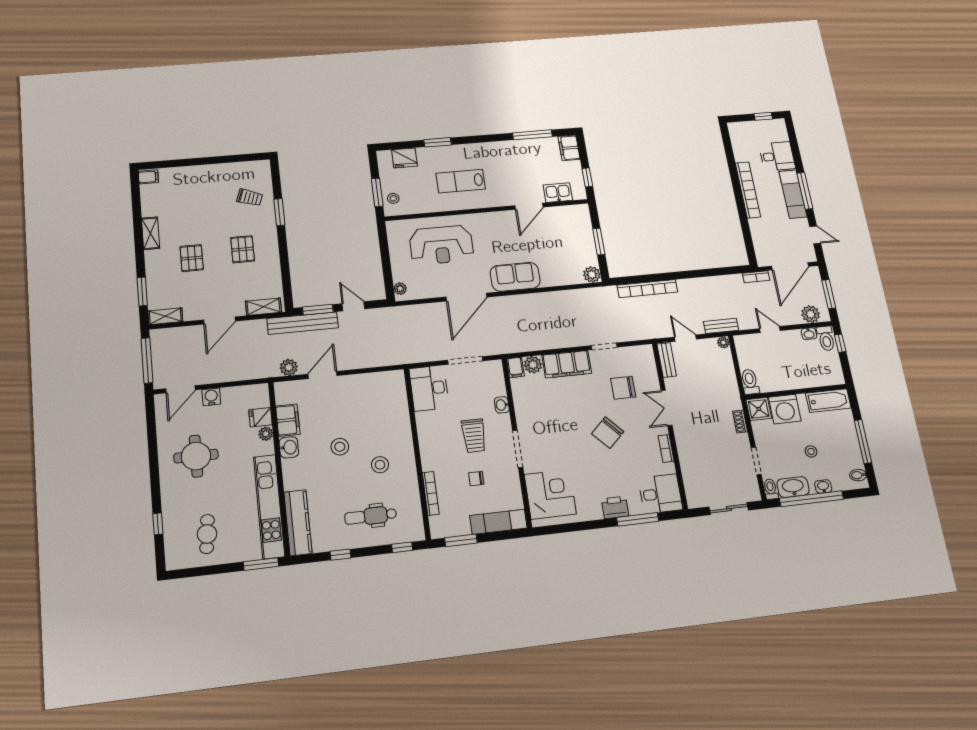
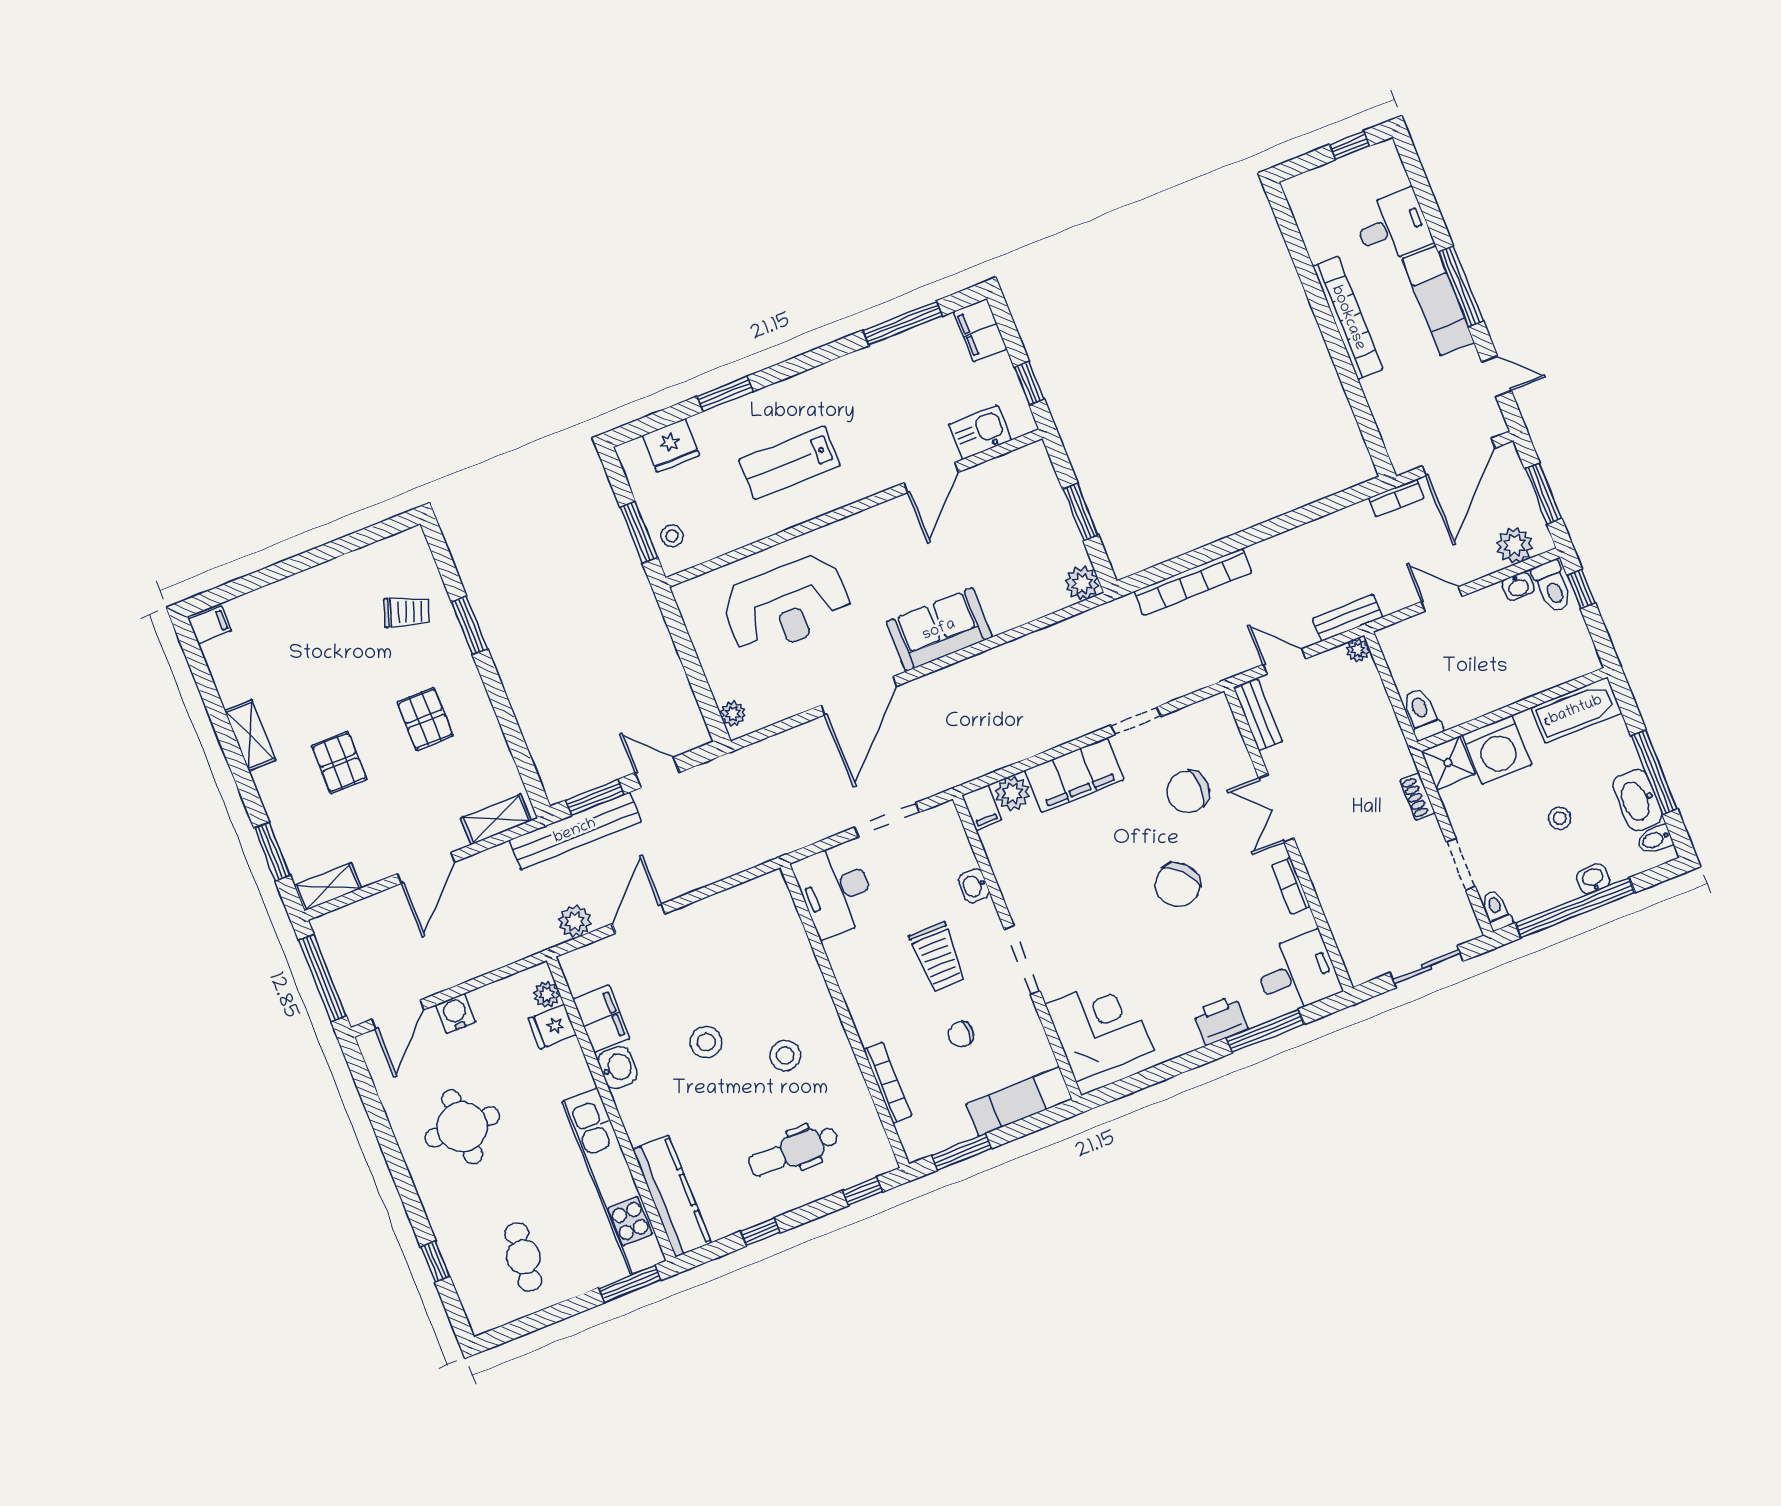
plant: (266, 434) -> (547, 994), moved
washbasin: (793, 487) -> (1637, 800), moved, turned -90

